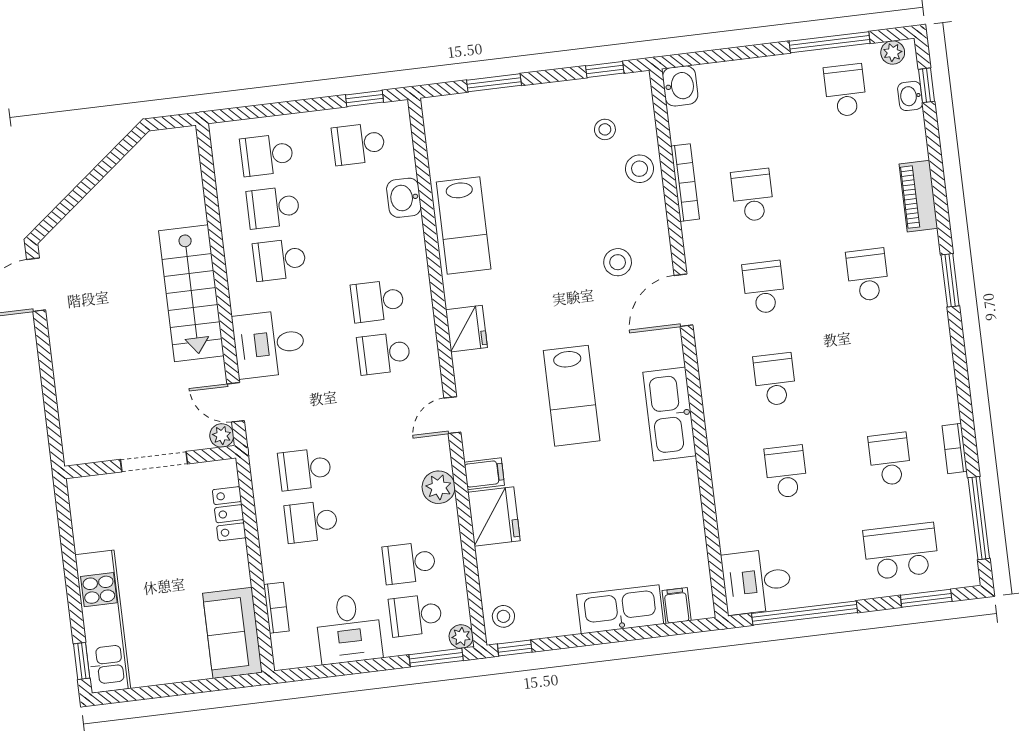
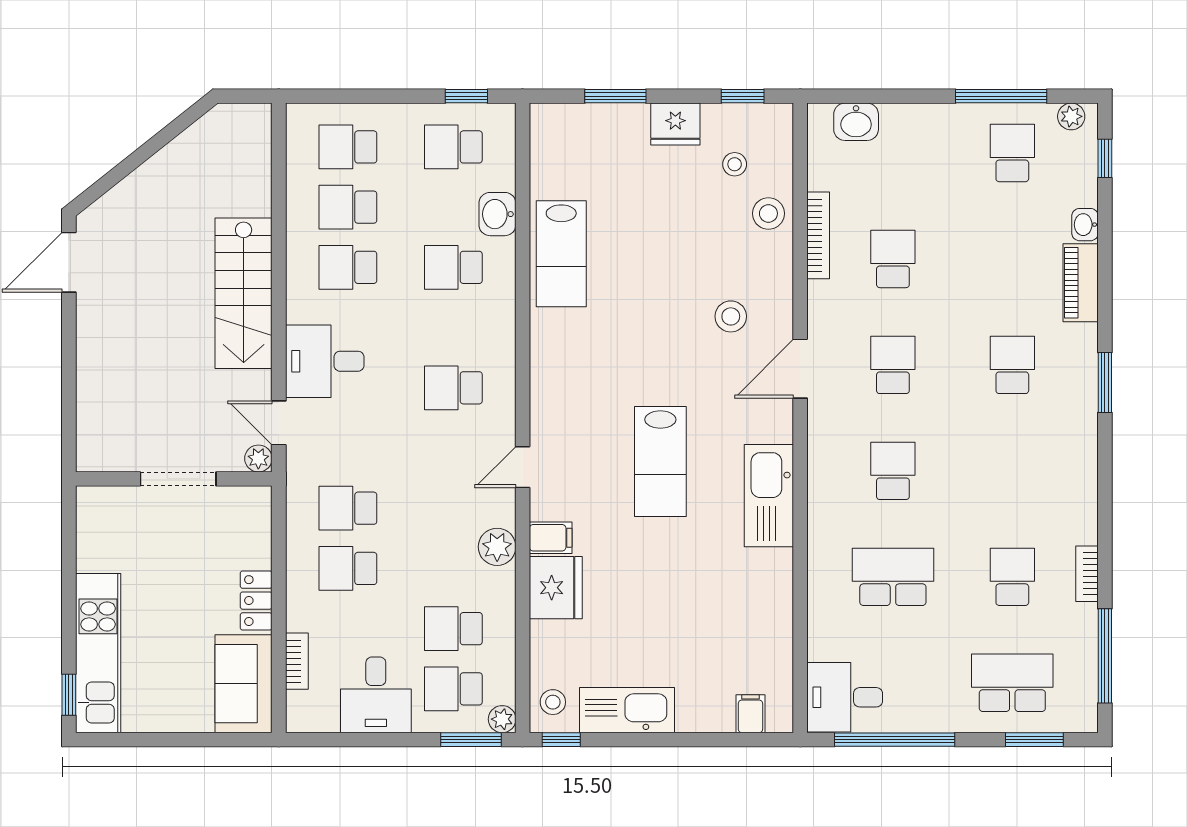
washbasin: (680, 86) -> (856, 122), moved, turned 90
washbasin: (910, 96) -> (1085, 225), moved
school desk: (377, 301) -> (453, 267), moved
fridge: (466, 329) -> (675, 124), moved, turned 90
school desk: (786, 472) -> (893, 577), width x1.85
locker: (229, 514) -> (256, 601), moved
kitchen sink: (620, 609) -> (627, 710), moved

